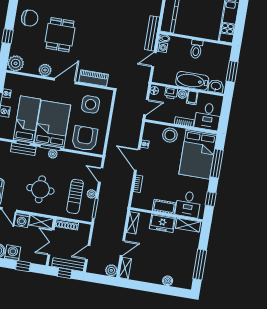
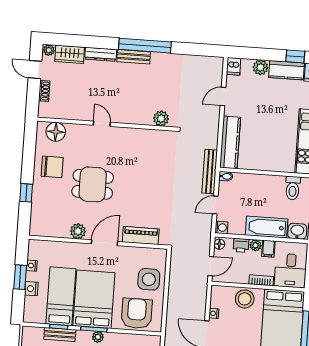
dining table: (60, 35) -> (93, 184), turned 90
washing machine: (162, 47) -> (221, 228), moved
toilet: (196, 49) -> (293, 188), moved
plant: (16, 63) -> (40, 226), removed
side table: (91, 104) -> (149, 279), moved

